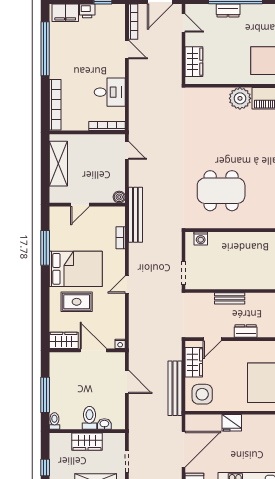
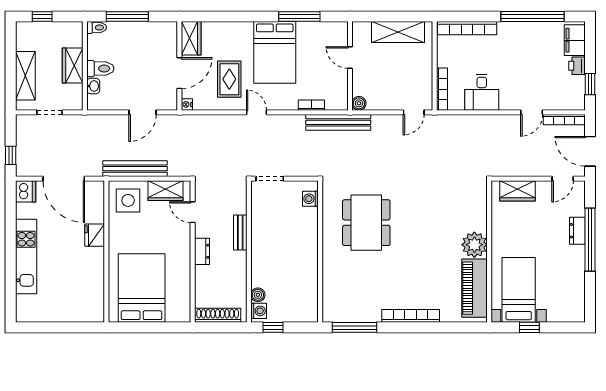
rug: (77, 302) -> (229, 79), moved

